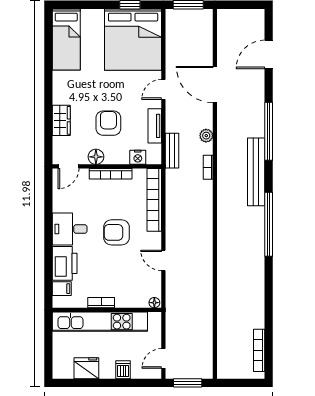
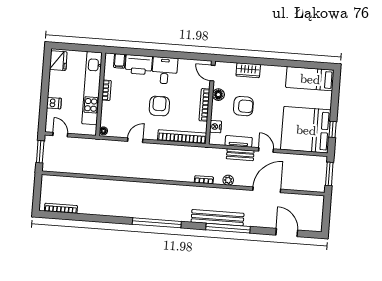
bench: (172, 151) -> (240, 155), moved
bench: (256, 172) -> (218, 218), moved
fridge: (86, 368) -> (58, 61), moved

